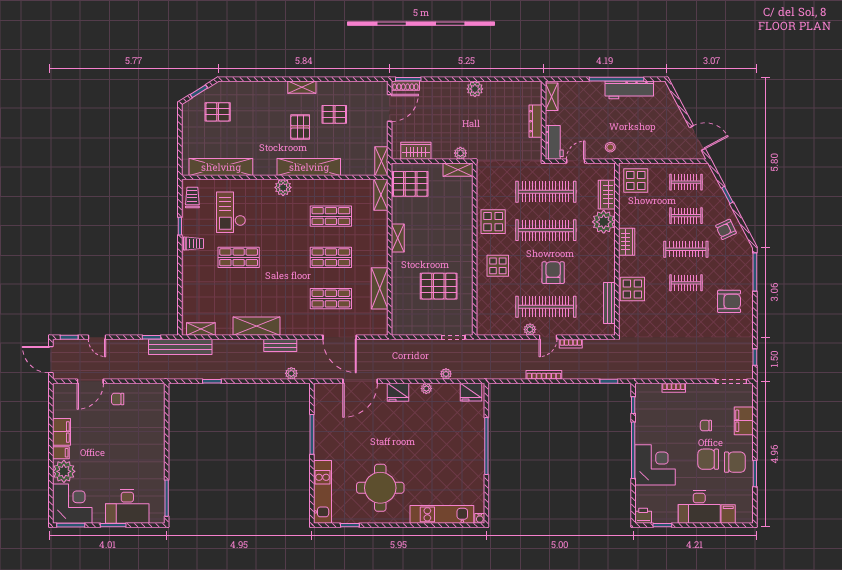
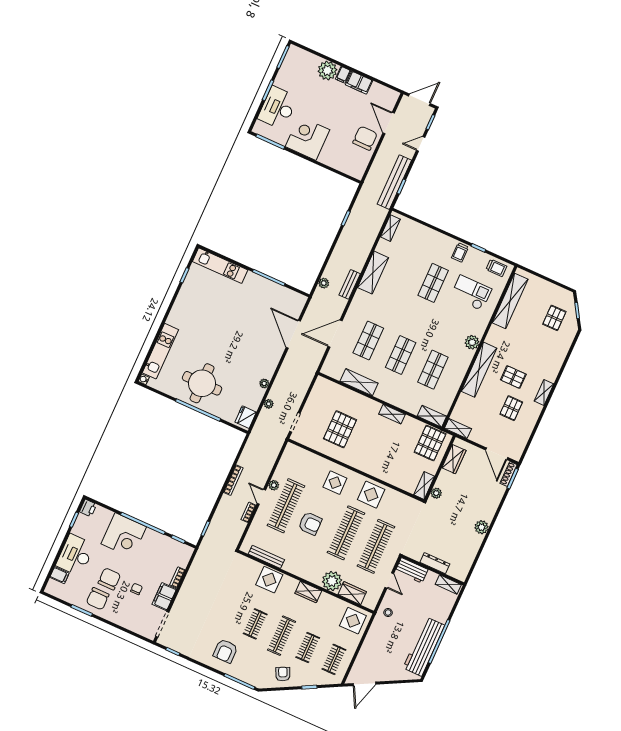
workbench: (629, 90) -> (424, 647), width x1.36, depth x1.32
bench: (180, 347) -> (394, 182), moved
fridge: (398, 392) -> (271, 360), removed
chair: (118, 399) -> (365, 138), width x1.87, depth x1.87
filing cabinet: (744, 421) -> (164, 597), moved, turned -90
round table: (380, 488) -> (202, 383), moved
corner desk: (72, 504) -> (307, 138), moved, turned 180

